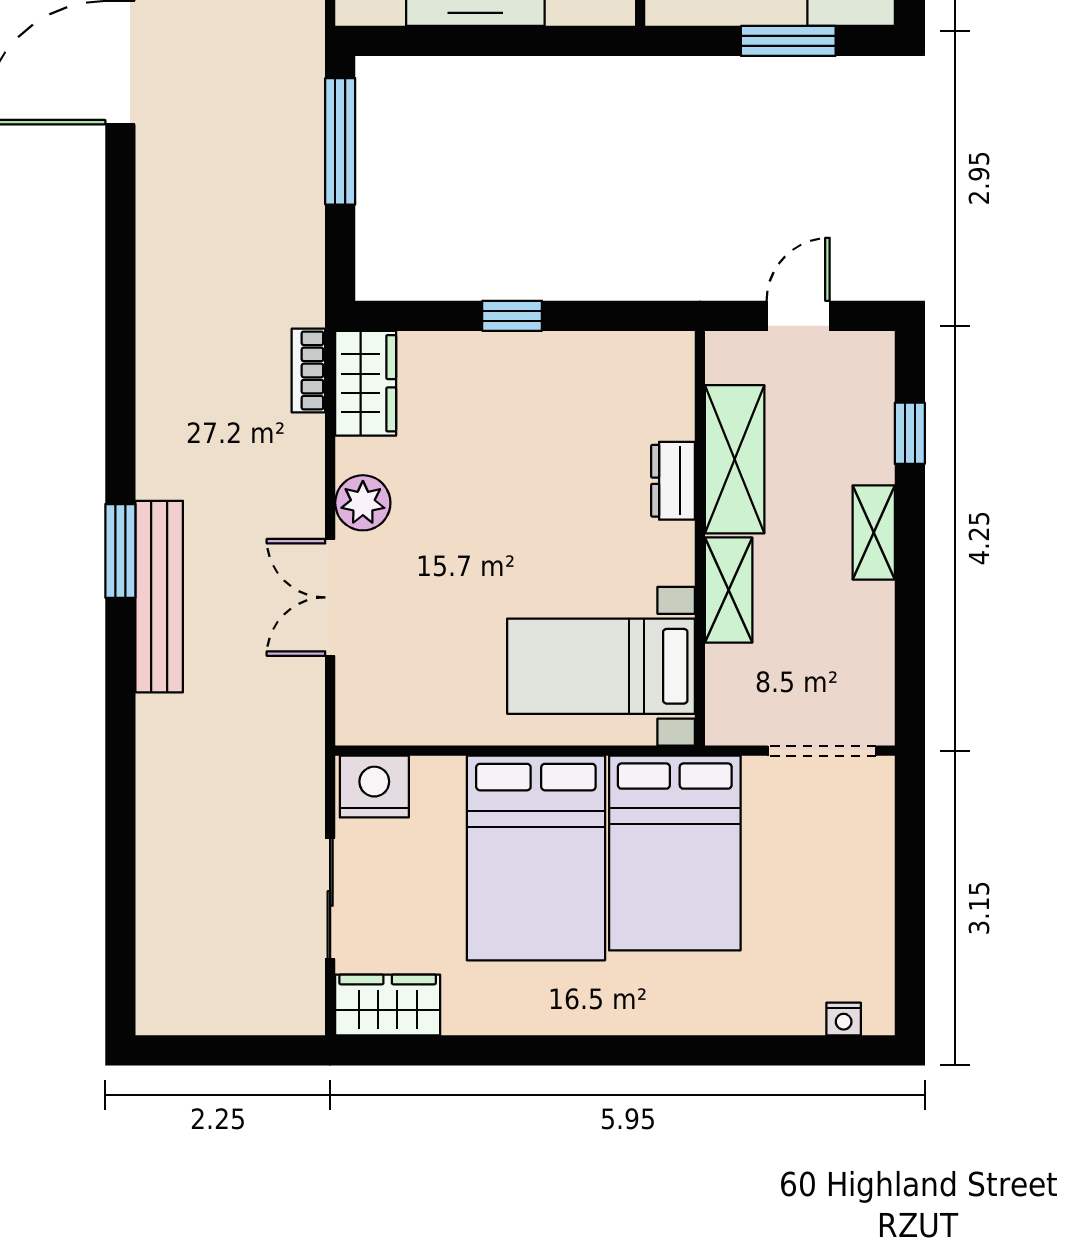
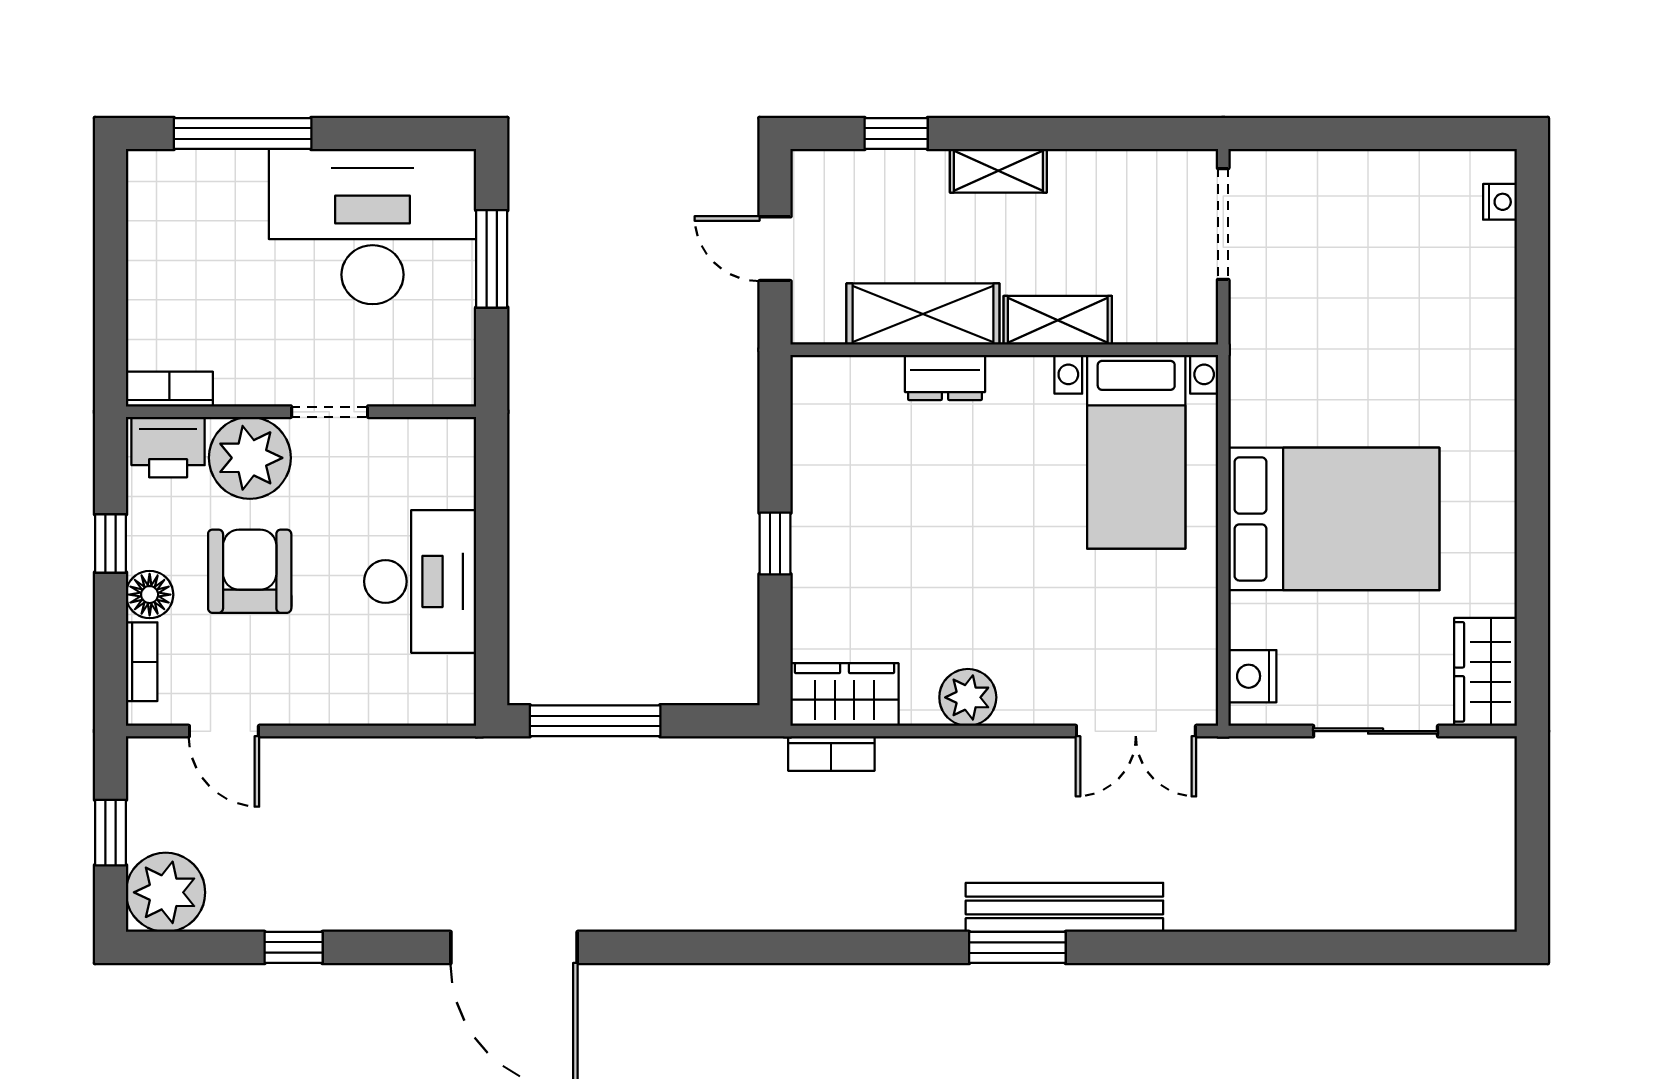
double door: (330, 597) -> (1136, 731), moved
nightstand: (374, 787) -> (1252, 676), width x0.74, depth x0.75
bed: (675, 853) -> (1329, 376), removed

